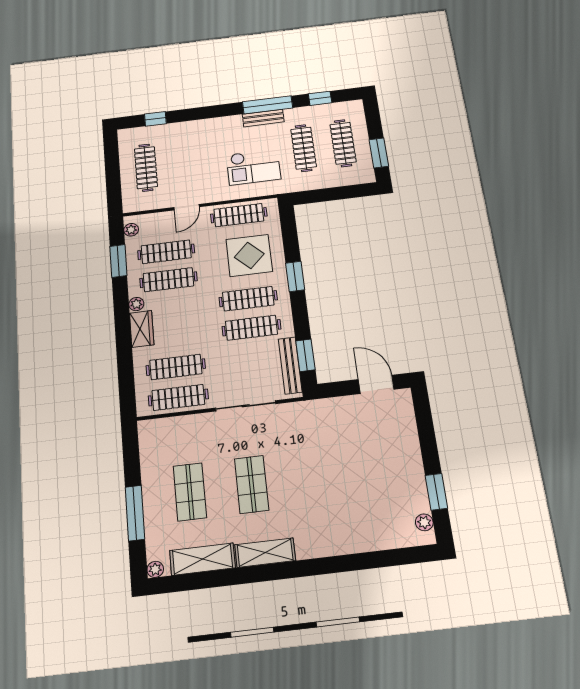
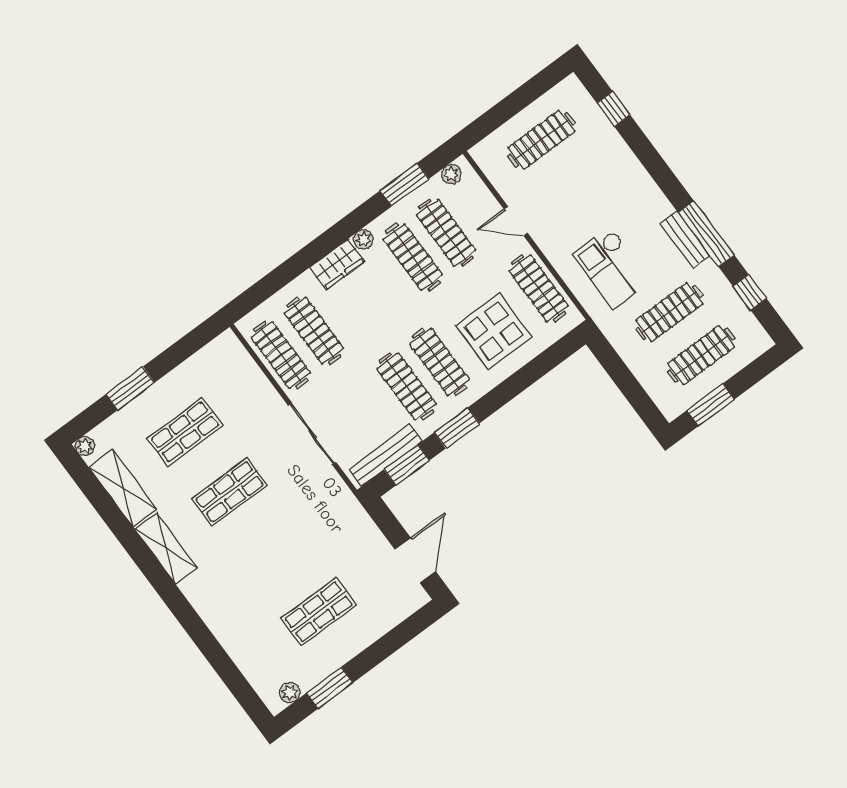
window: (295, 276) -> (457, 428), moved
shop shelf: (375, 469) -> (319, 612), added
window: (135, 513) -> (130, 388), width x0.69

